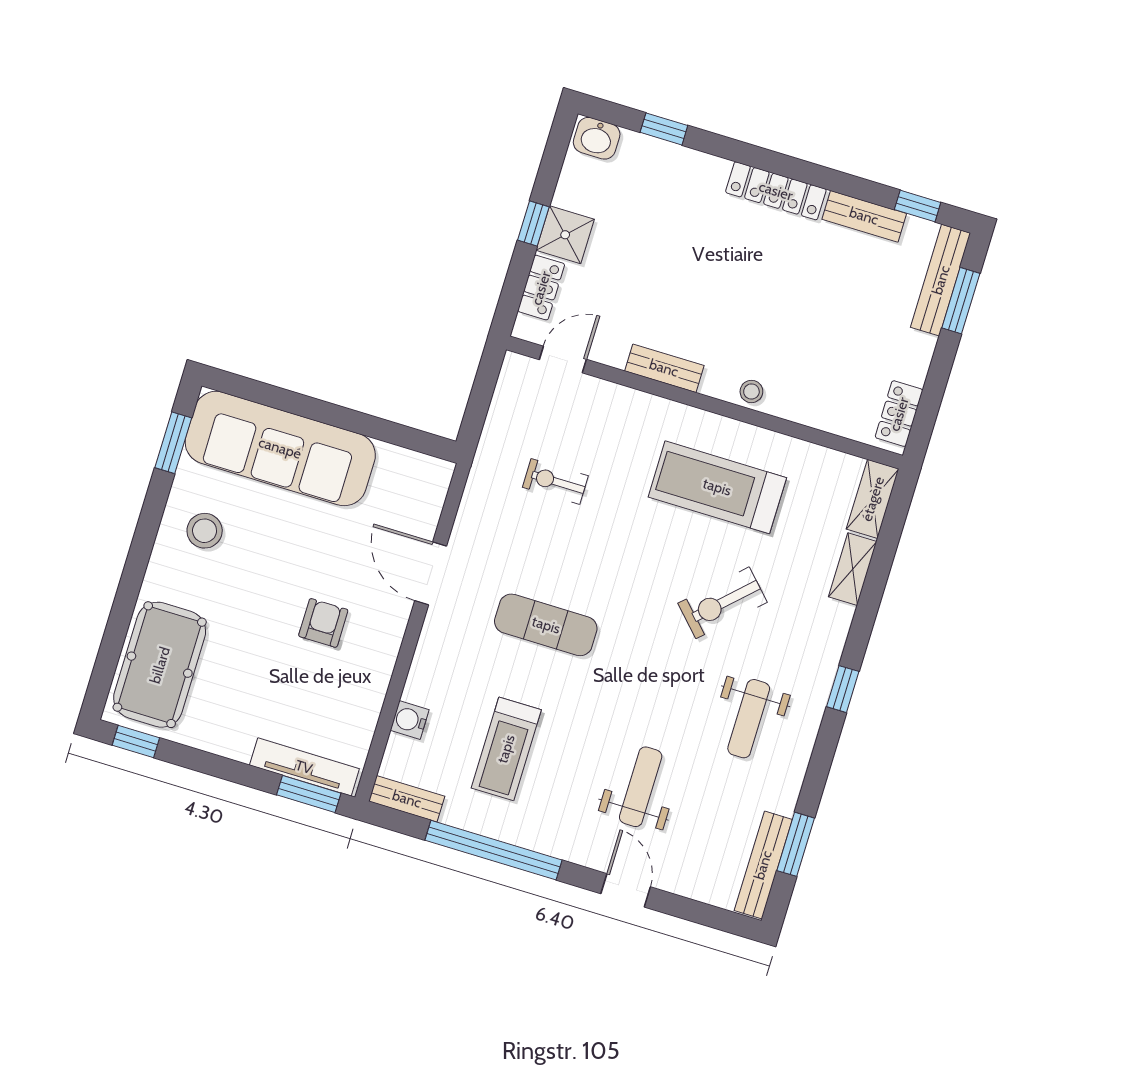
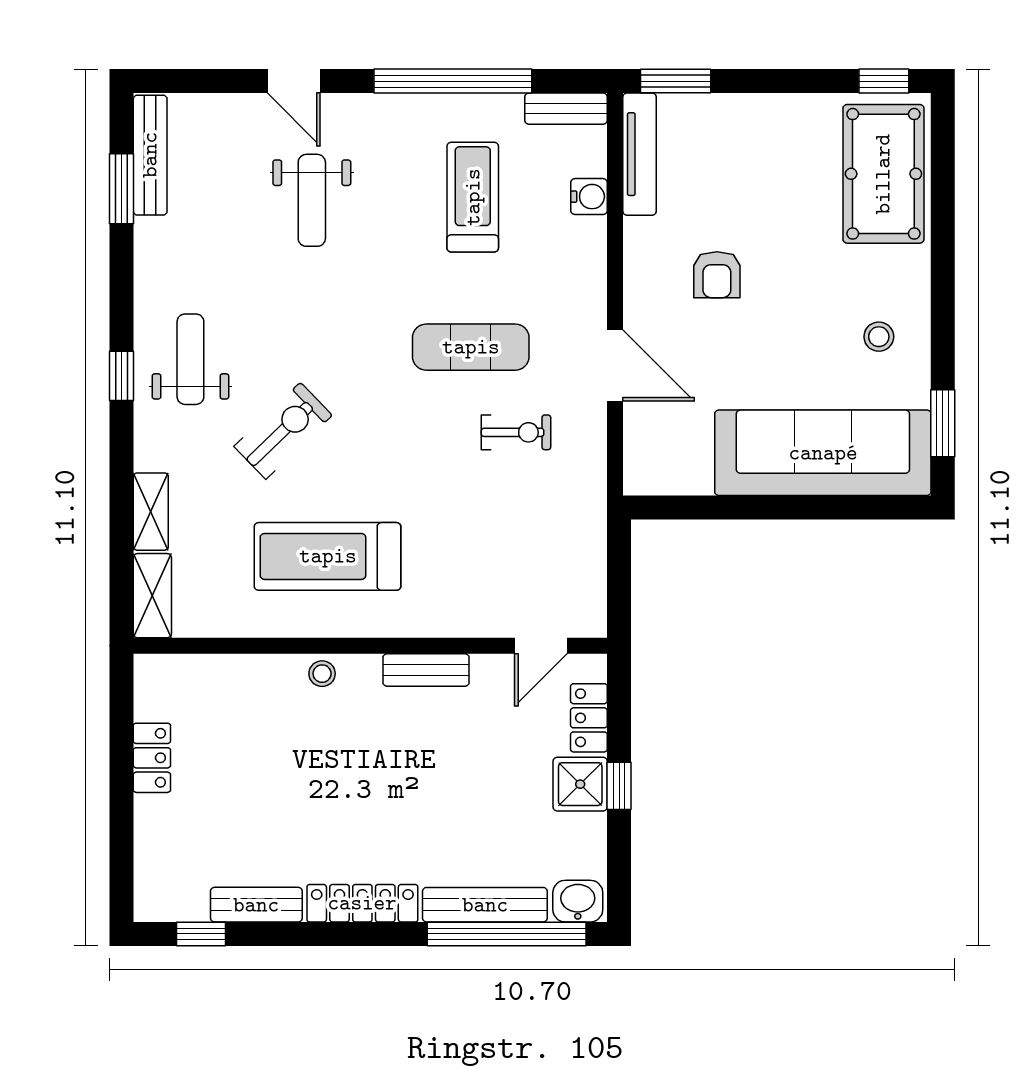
window: (664, 129) -> (507, 934), width x3.17
bench: (941, 280) -> (485, 905), moved, turned 90
window: (961, 301) -> (121, 844), removed
locker: (899, 414) -> (152, 758), moved
exercise bike: (555, 481) -> (516, 432), moved
treadmill: (717, 487) -> (328, 556), turned 180
stool: (205, 531) -> (879, 337), width x0.73, depth x0.73
weight bench: (749, 719) -> (190, 359), moved
tv unit: (304, 767) -> (640, 154), moved, turned -90

